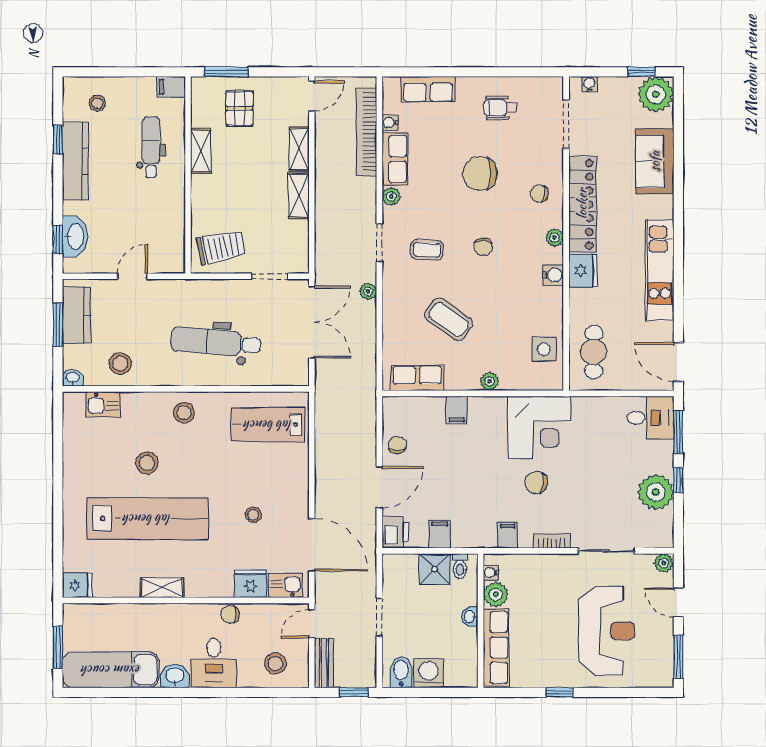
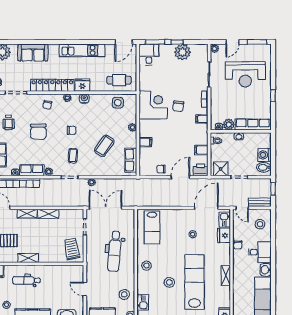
door: (379, 487) -> (180, 177), hinge flipped
shower: (435, 569) -> (221, 169), moved
reception desk: (606, 631) -> (245, 74), turned 180

